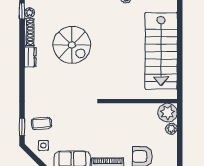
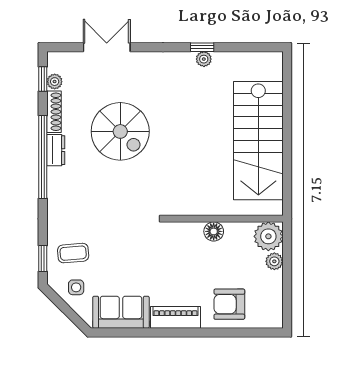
window: (22, 61) -> (43, 157), added
floor lamp: (132, 109) -> (214, 231), added

